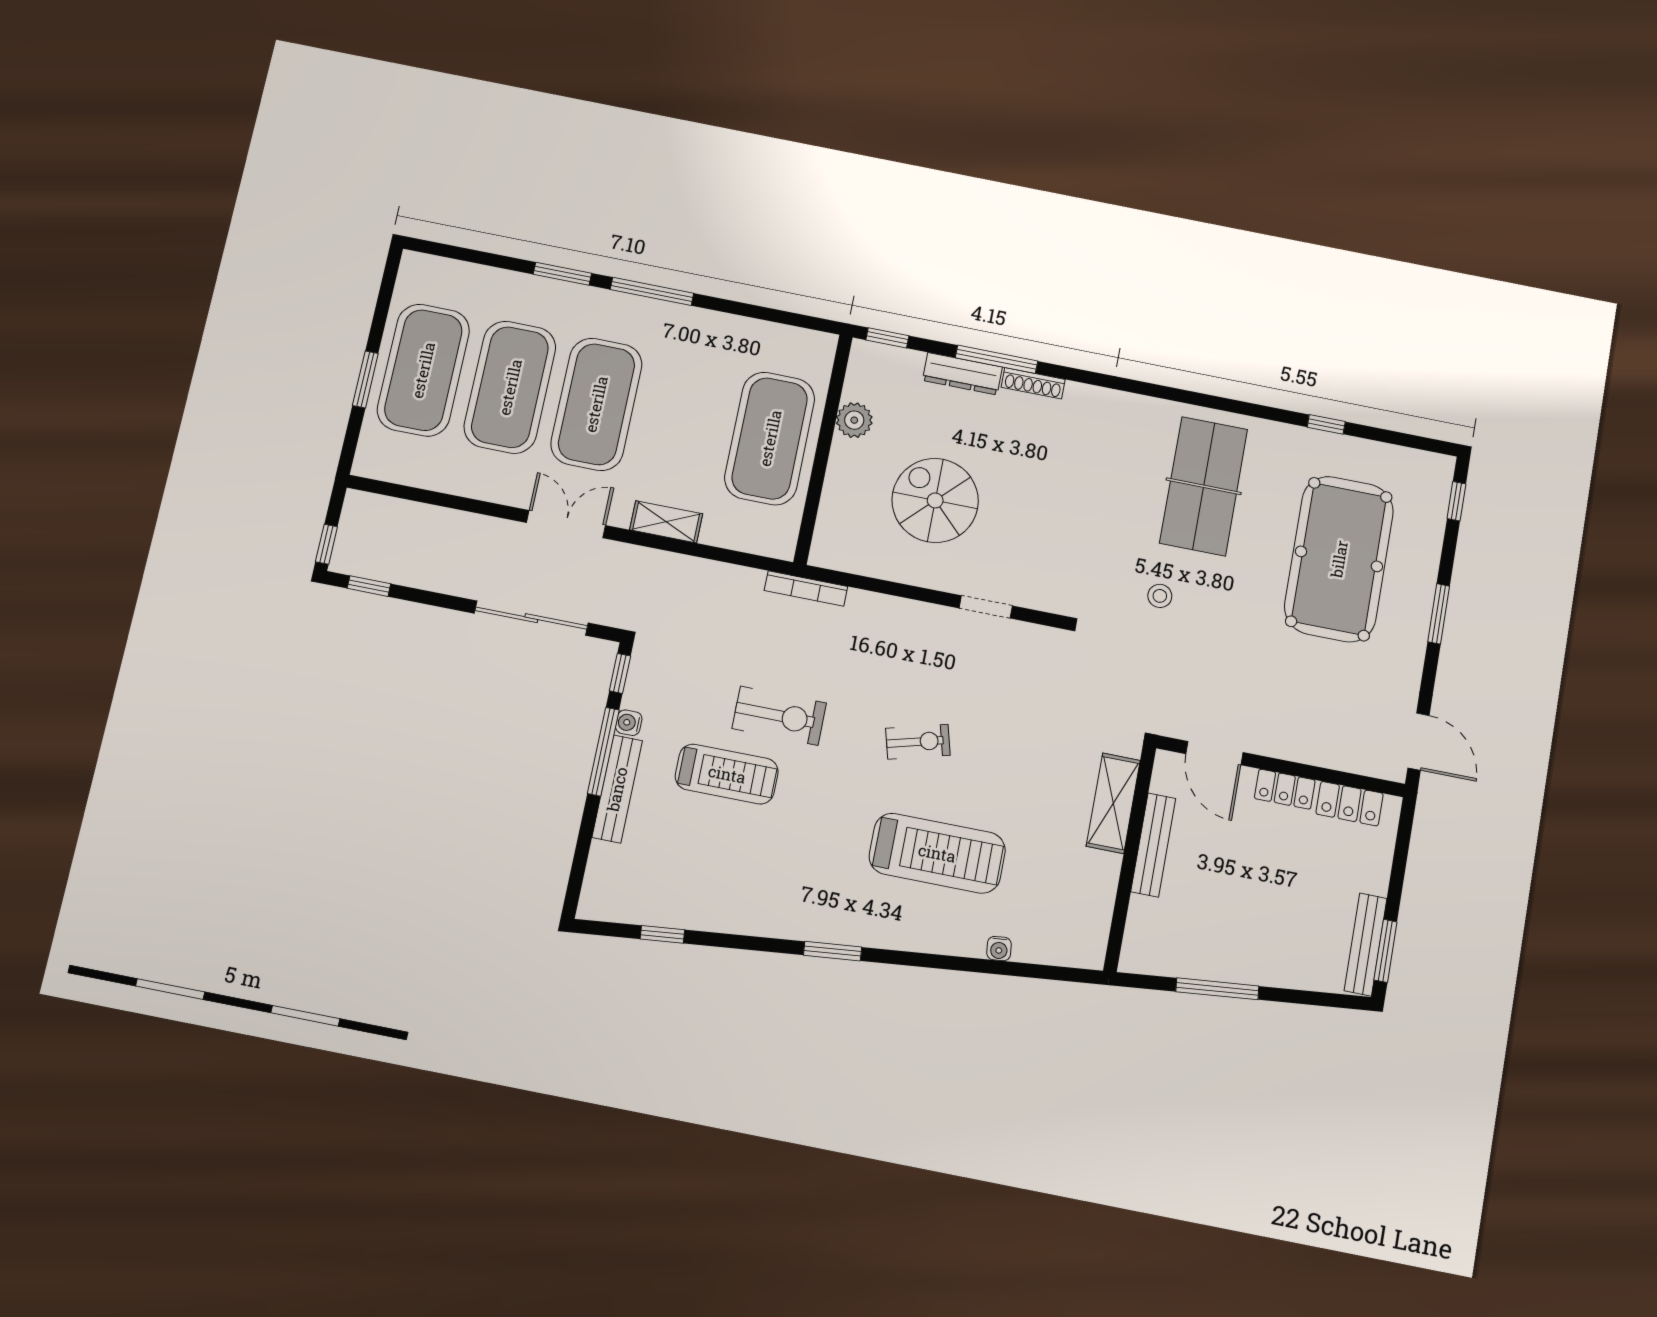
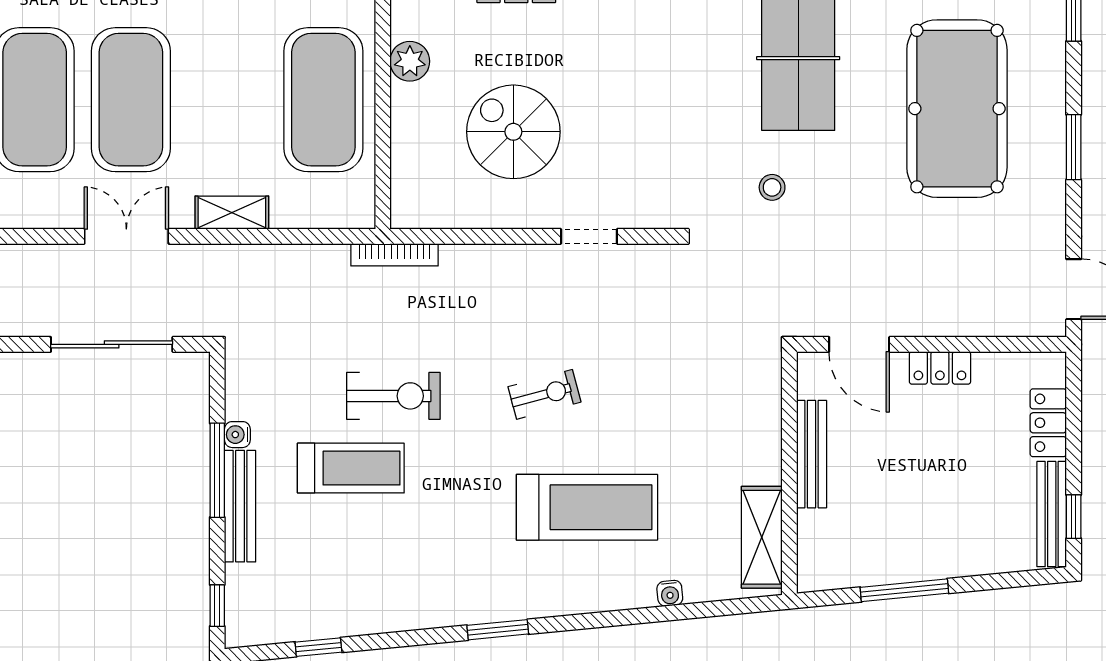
window: (620, 673) -> (217, 606), moved
shelving: (1113, 803) -> (762, 537), moved
locker: (1350, 804) -> (1048, 423), moved, turned 90
window: (1385, 951) -> (1074, 517), width x0.67

